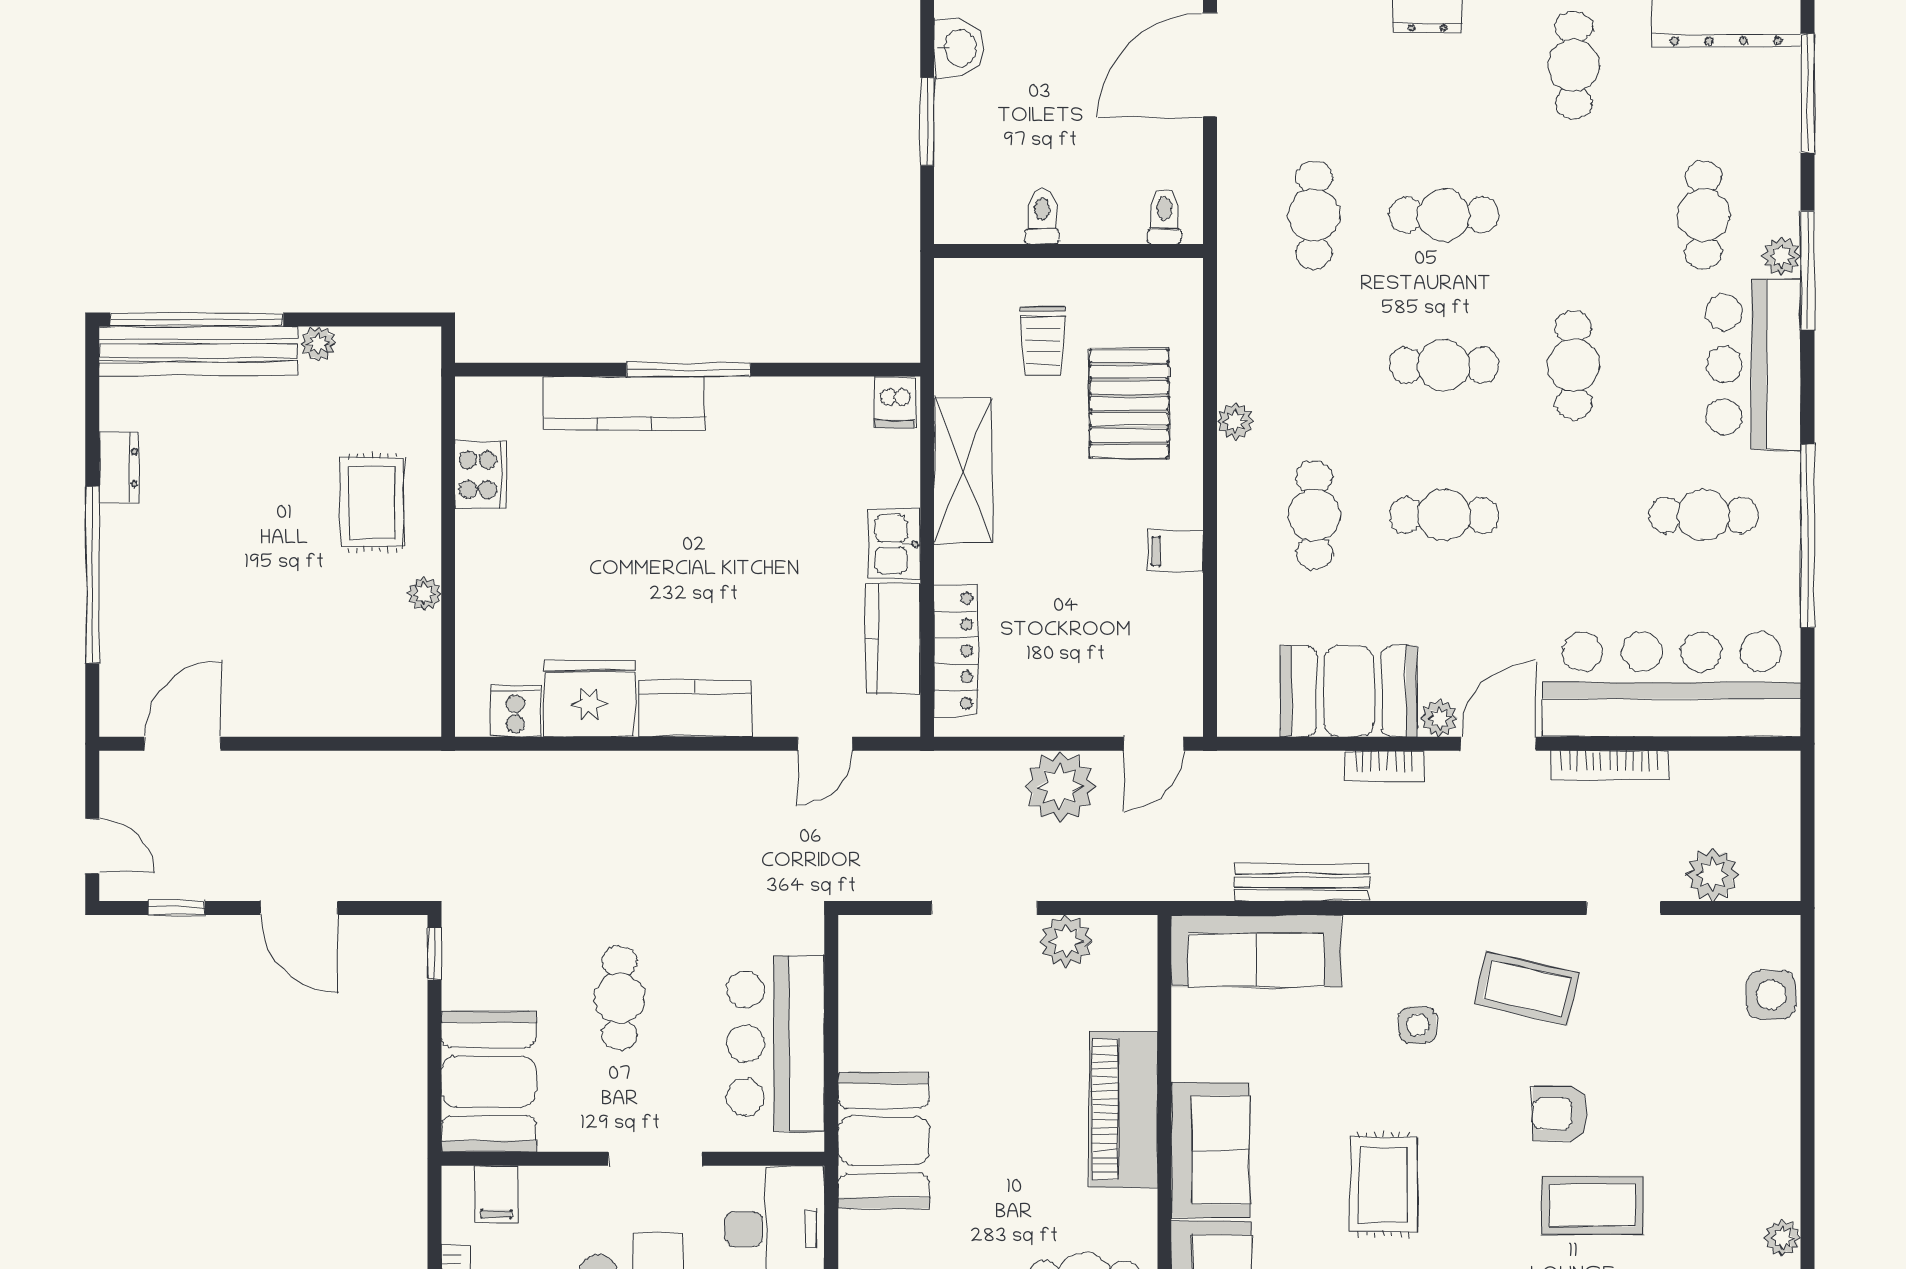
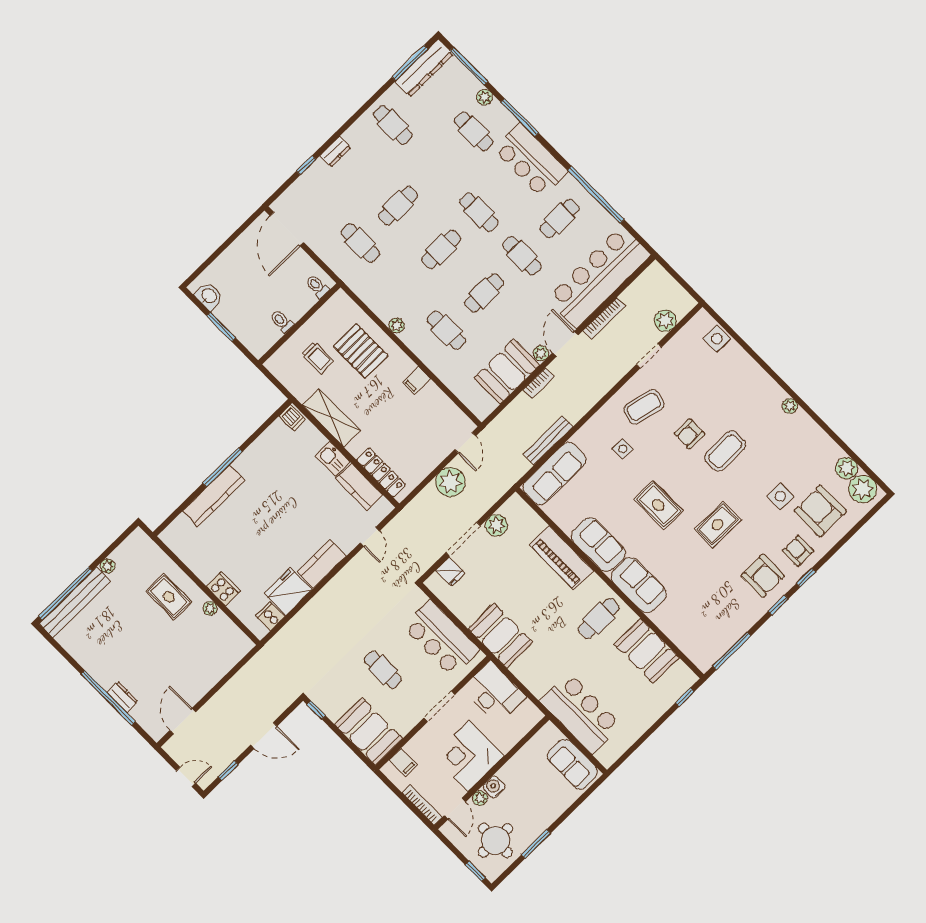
plant: (1782, 256) -> (485, 97), moved
dresser: (119, 468) -> (122, 697), moved
cooker: (481, 475) -> (223, 589), moved
cafe table: (1574, 515) -> (522, 256), added
fridge: (905, 943) -> (450, 572), added

